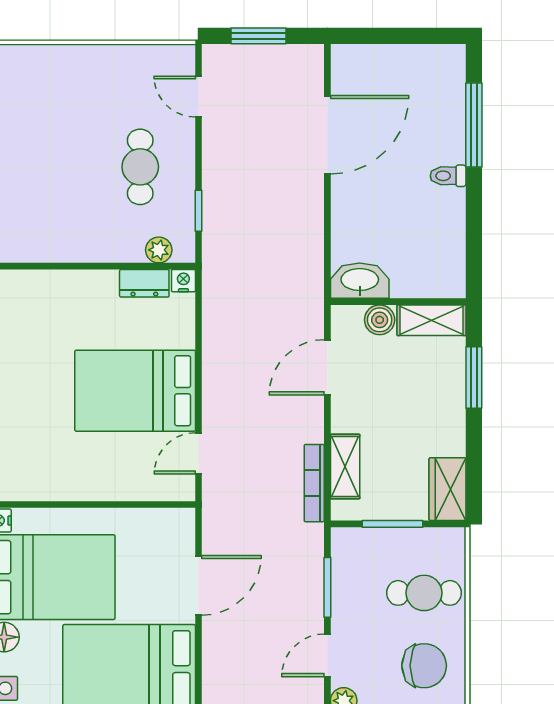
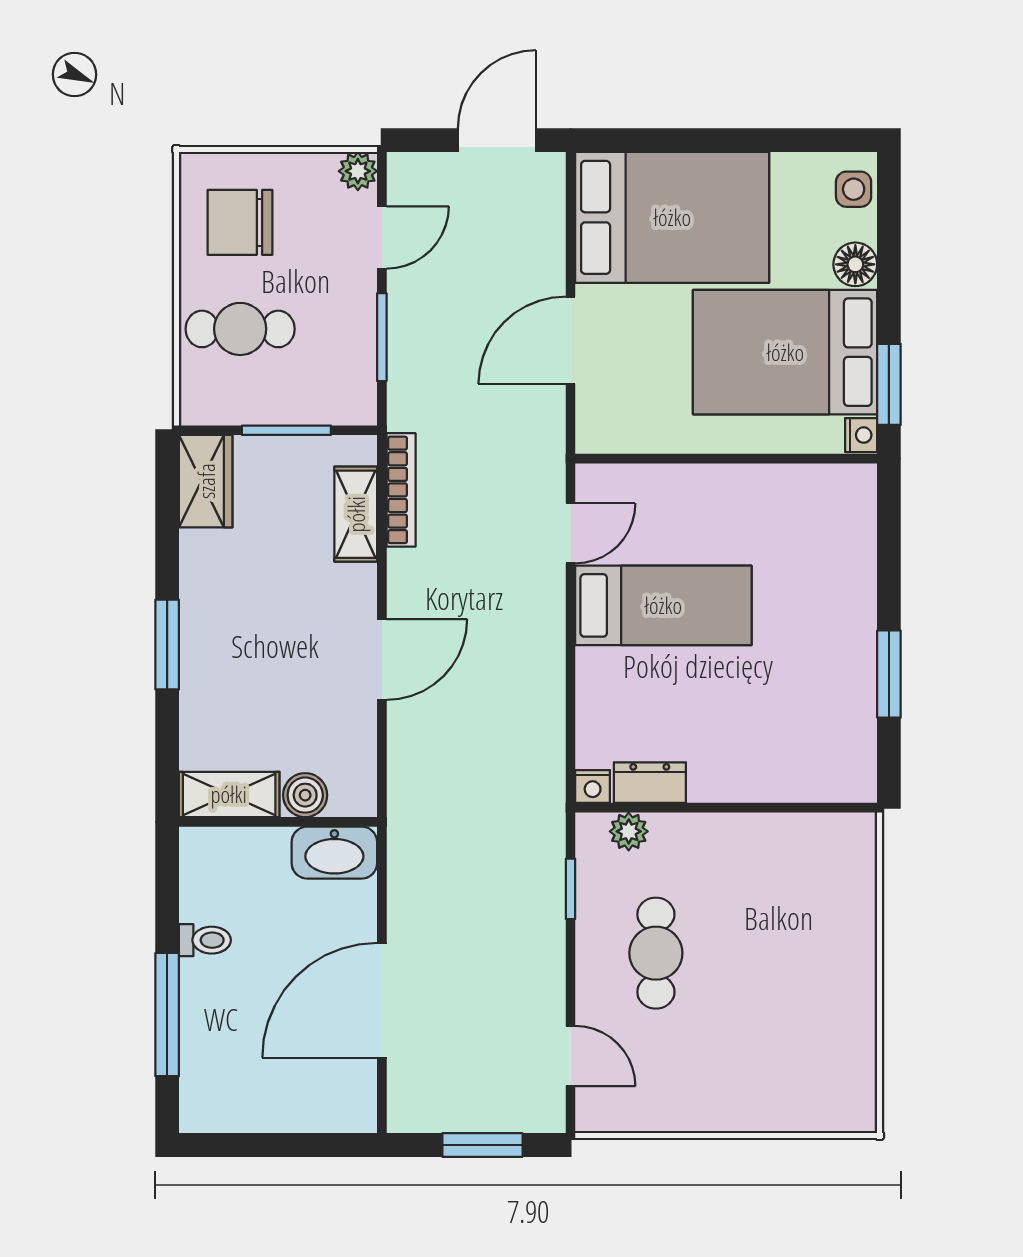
washbasin: (360, 281) -> (334, 853), moved
wall: (398, 302) -> (278, 822), moved
boiler: (380, 320) -> (305, 795), moved
shelving: (431, 320) -> (229, 794), moved
bed: (135, 391) -> (663, 605), width x0.67

